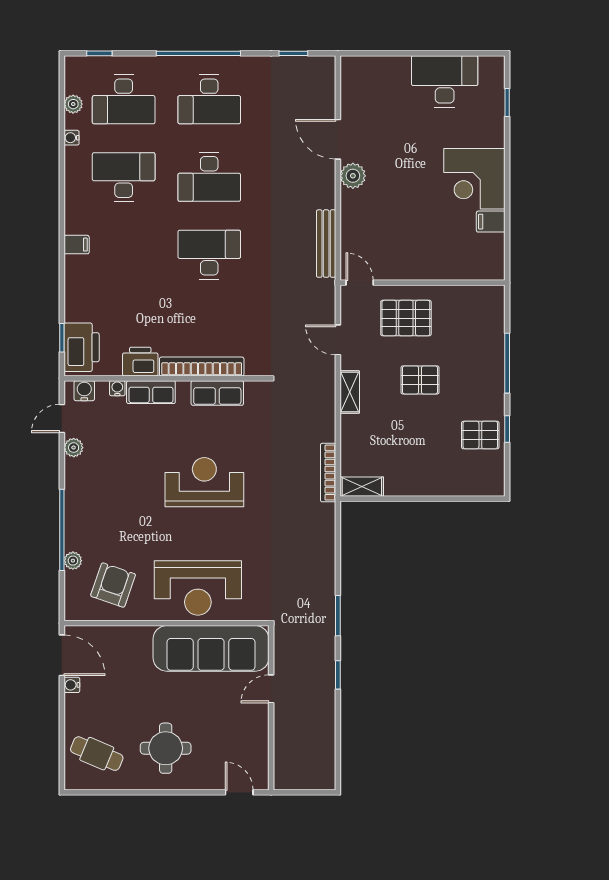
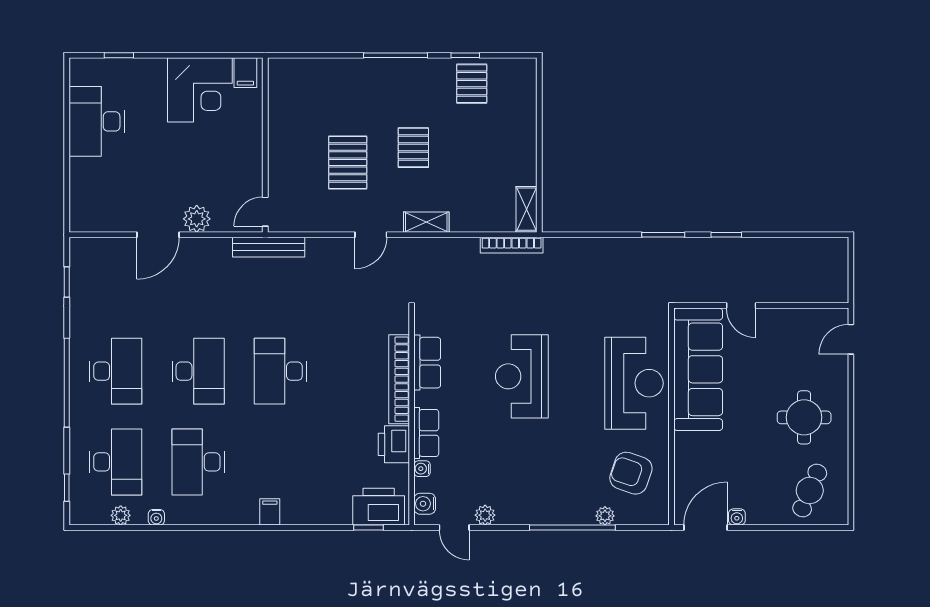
door: (360, 283) -> (265, 212), moved
wall: (422, 283) -> (265, 145), moved

